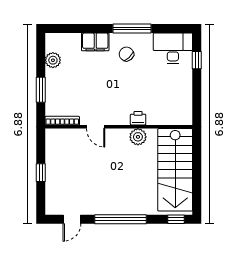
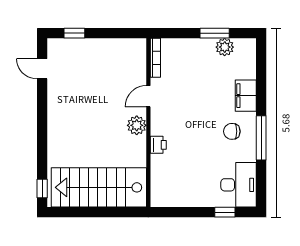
chair: (126, 54) -> (232, 131), turned -138
window: (41, 90) -> (215, 33), moved
plant: (138, 137) -> (137, 125), moved
window: (41, 173) -> (74, 33), moved
window: (120, 219) -> (42, 125), removed

